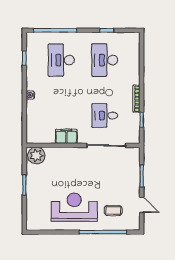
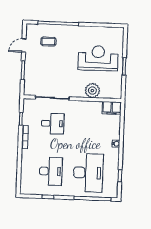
desk: (61, 60) -> (88, 173), width x1.36, depth x1.30
filing cabinet: (66, 136) -> (112, 108), moved
plant: (36, 156) -> (92, 91), moved
door: (142, 205) -> (24, 45), hinge flipped
reception desk: (74, 207) -> (98, 58), moved, turned 180

